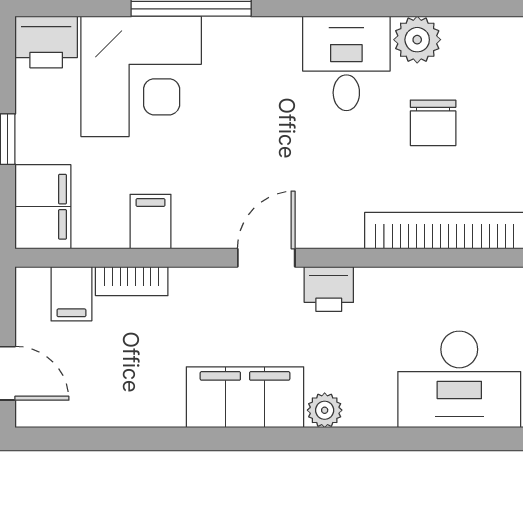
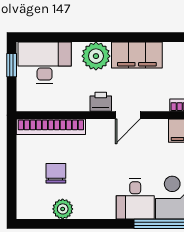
desk: (346, 63) -> (135, 199), moved
plant: (325, 410) -> (96, 56), width x1.87, depth x1.87

